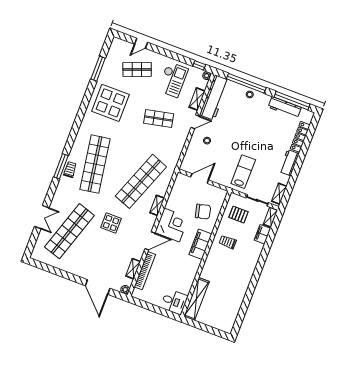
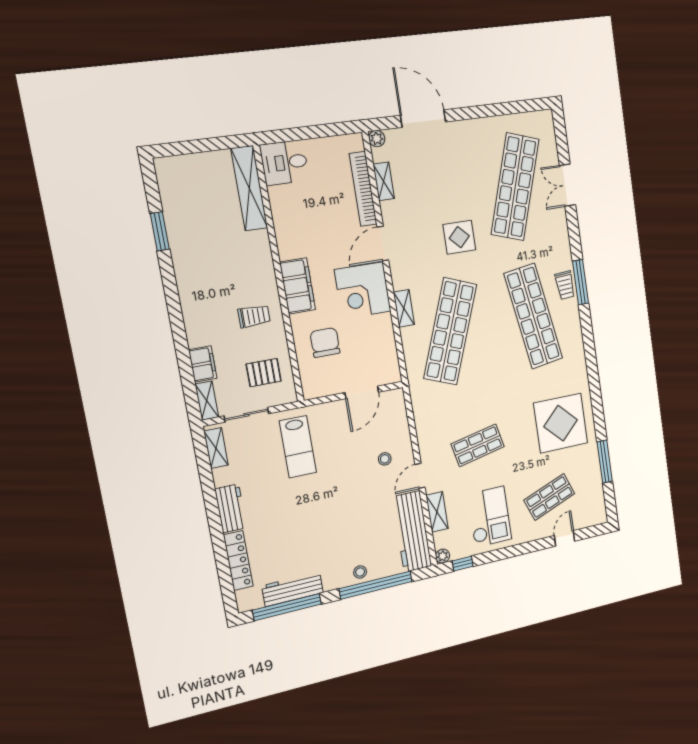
checkout: (173, 80) -> (490, 517), turned 180
chair: (203, 212) -> (325, 342), turned 104
window: (246, 302) -> (160, 231), added

